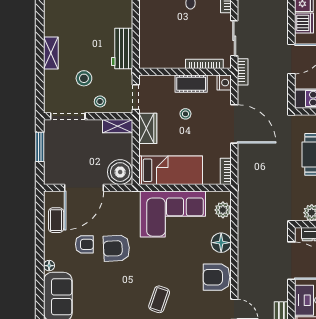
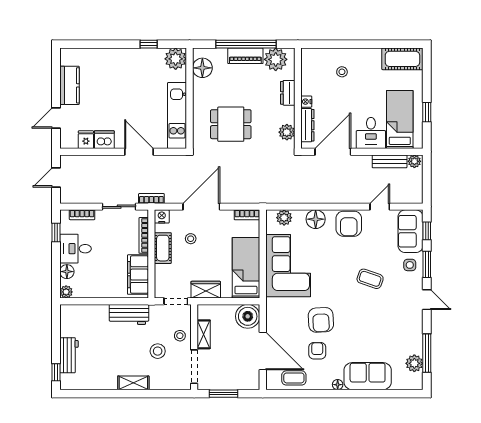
filing cabinet: (164, 58) -> (138, 275), added
stool: (185, 114) -> (191, 239), moved
shelving: (118, 126) -> (204, 334), moved

